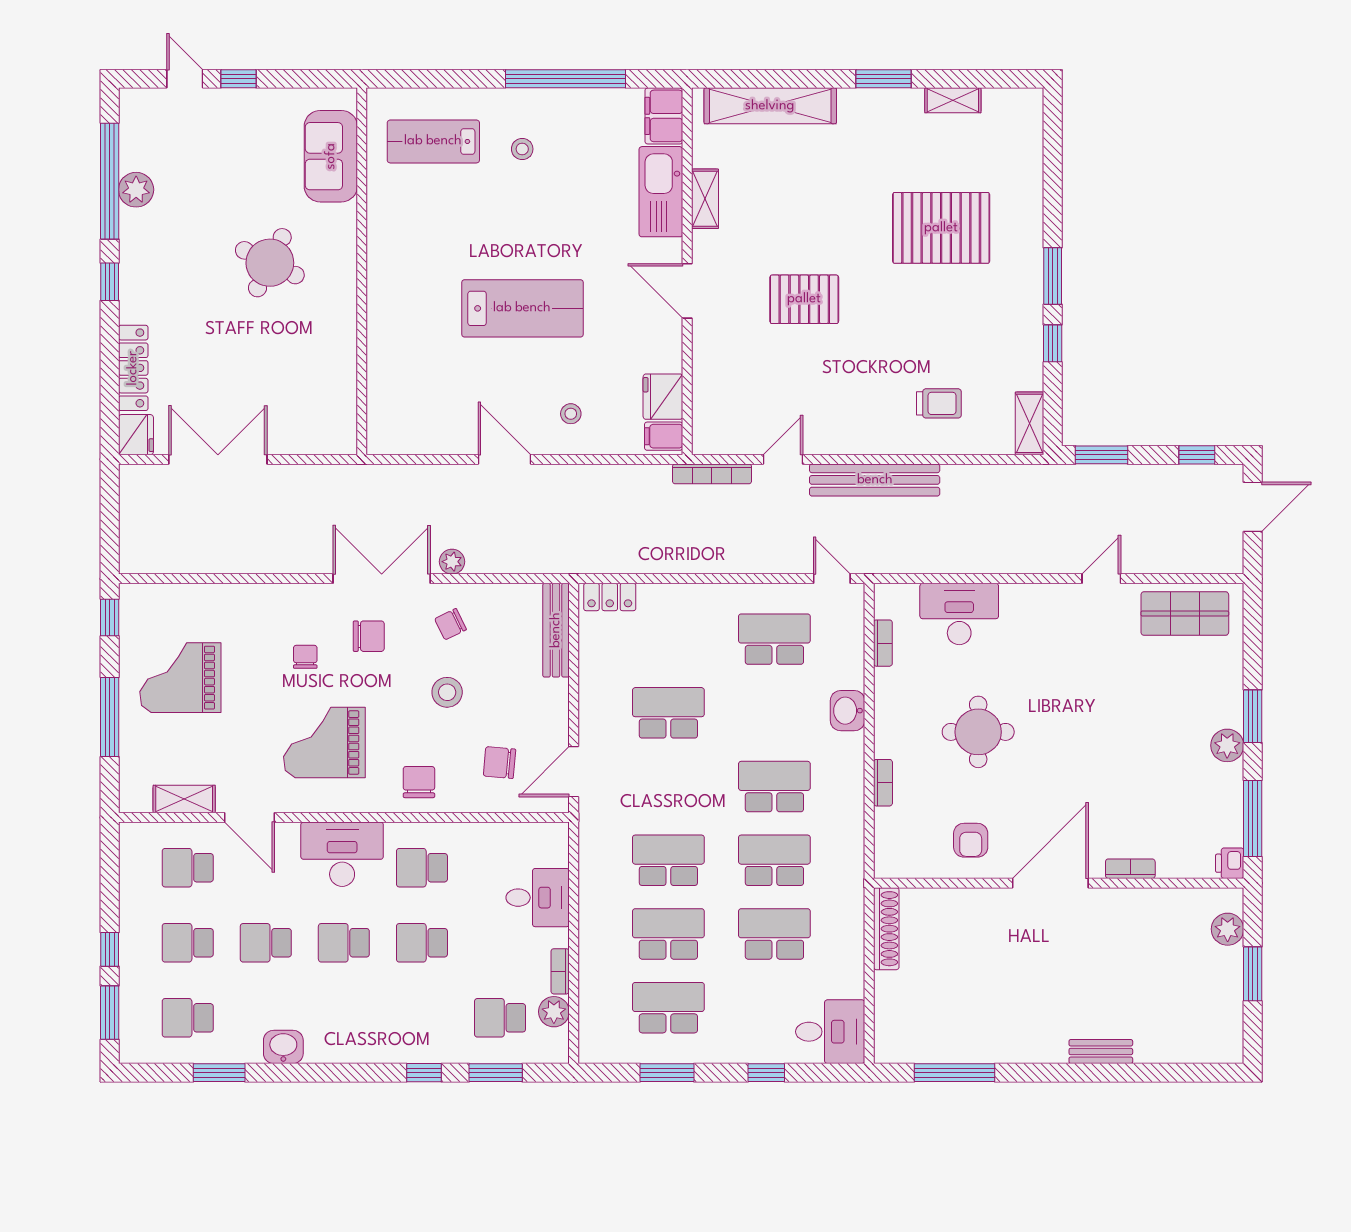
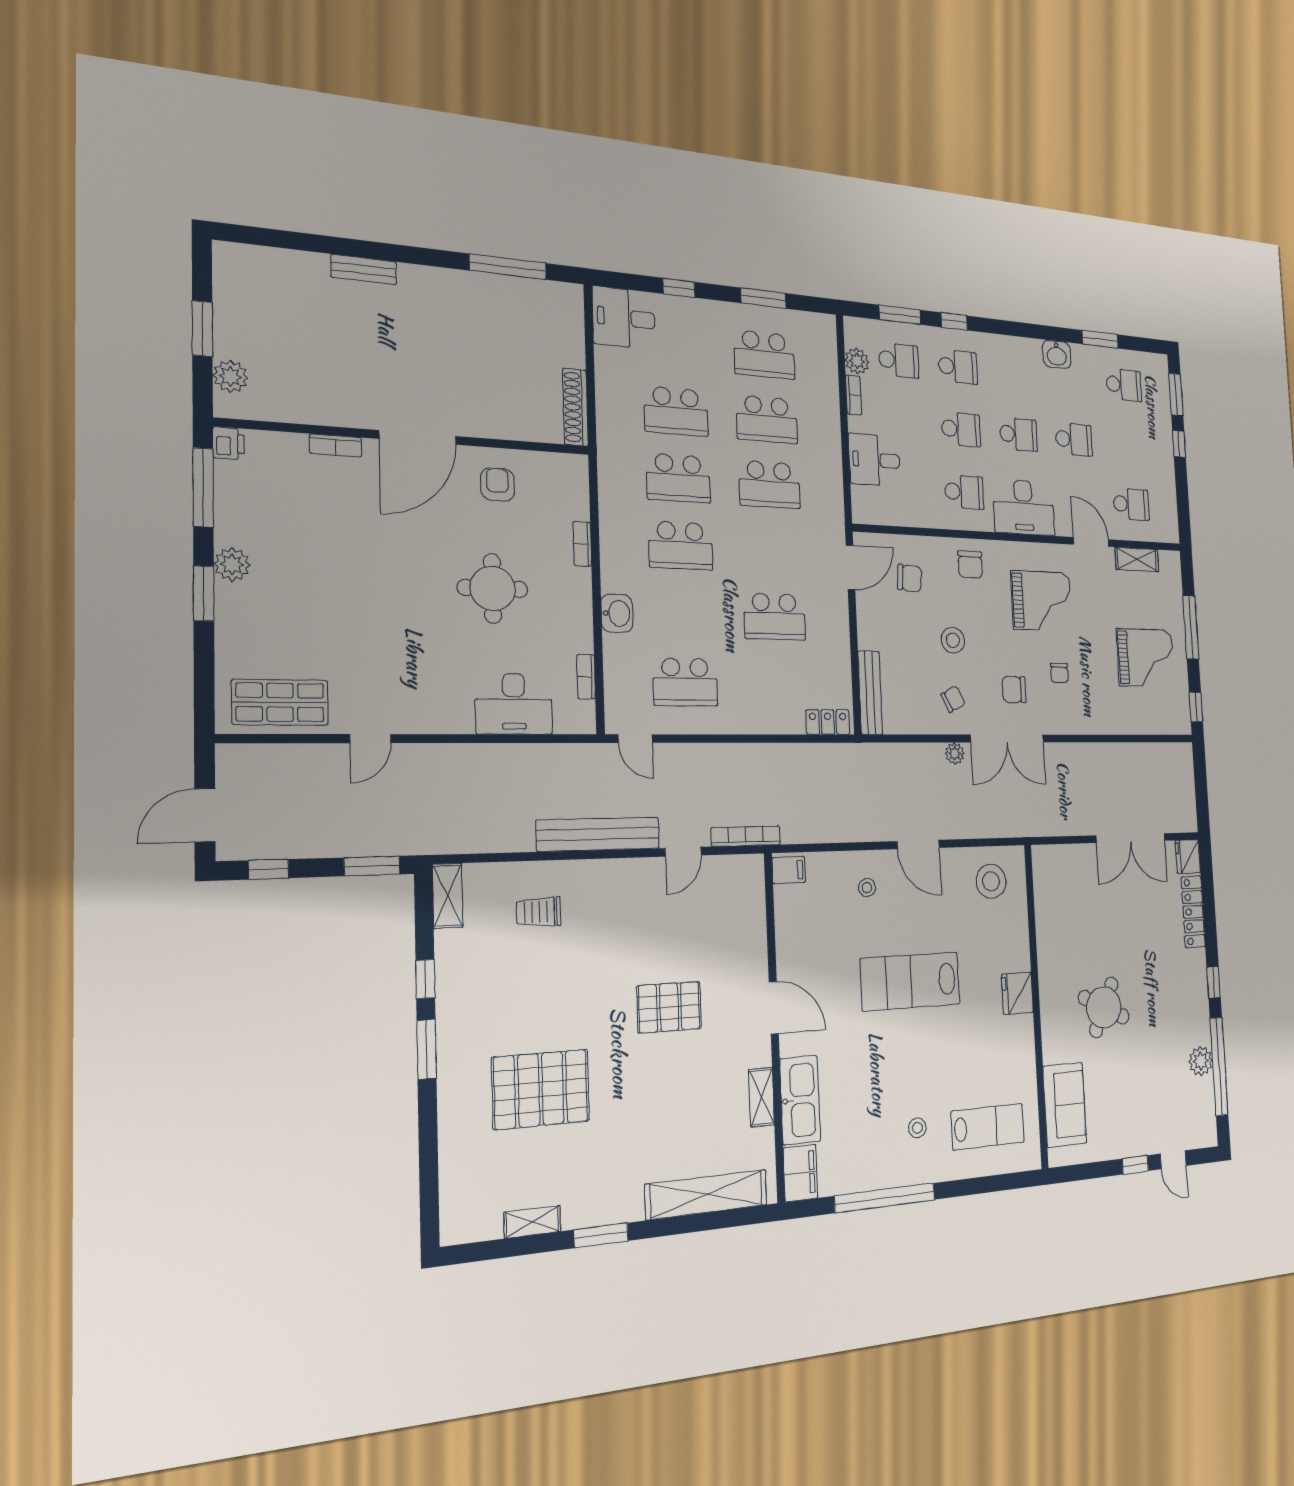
fridge: (663, 397) -> (1017, 993), moved, turned 180
stool: (413, 415) -> (991, 881), added
school desk: (188, 943) -> (958, 367), moved

